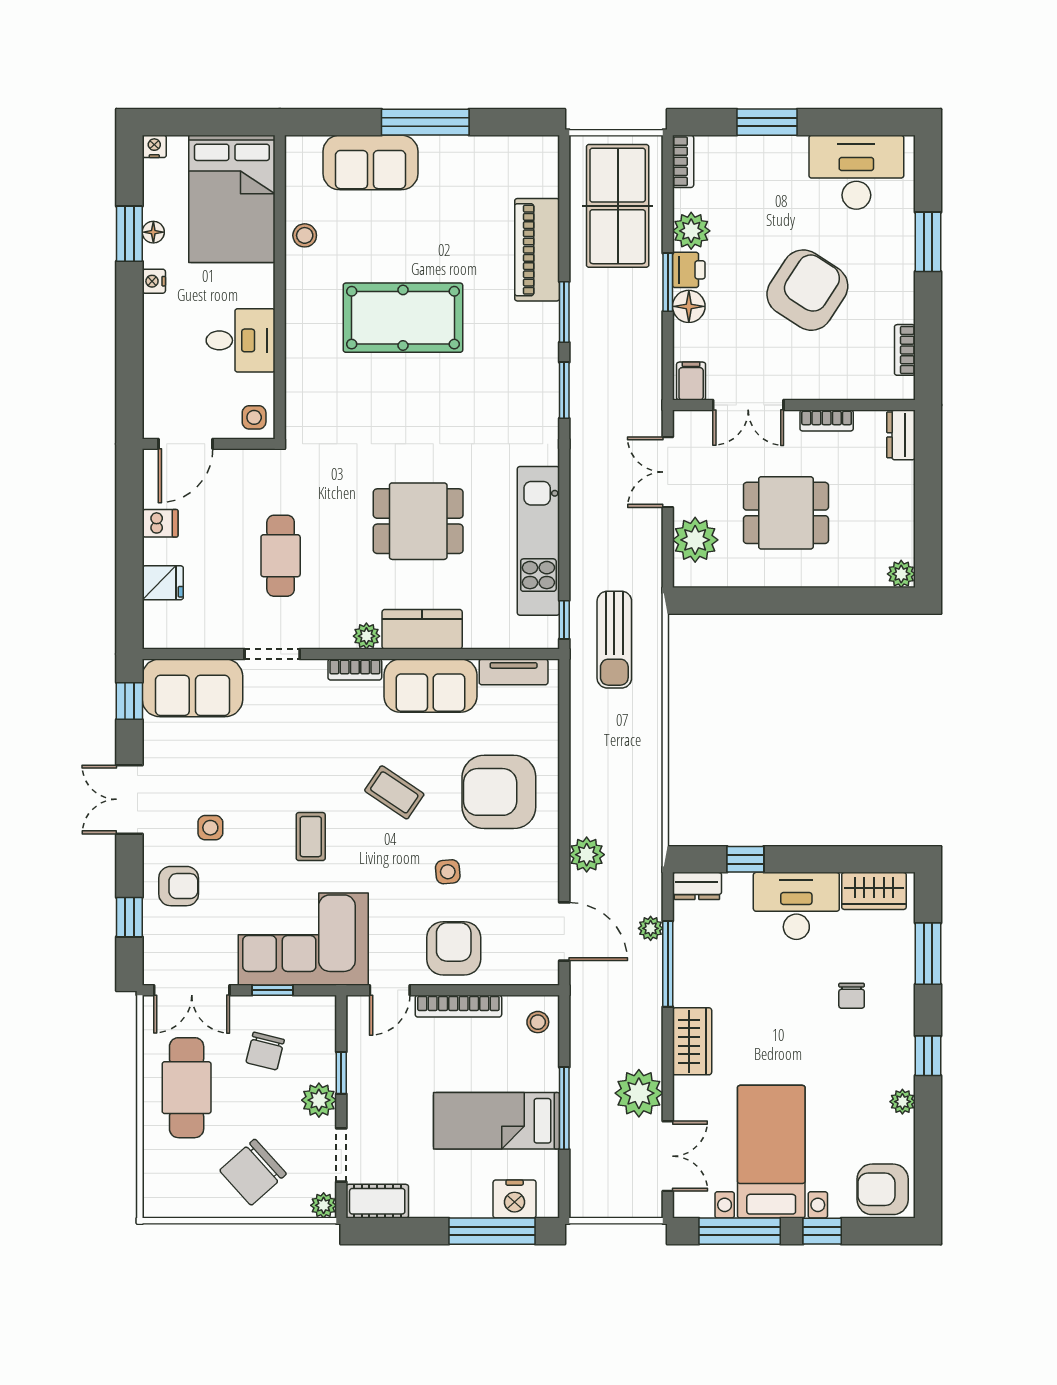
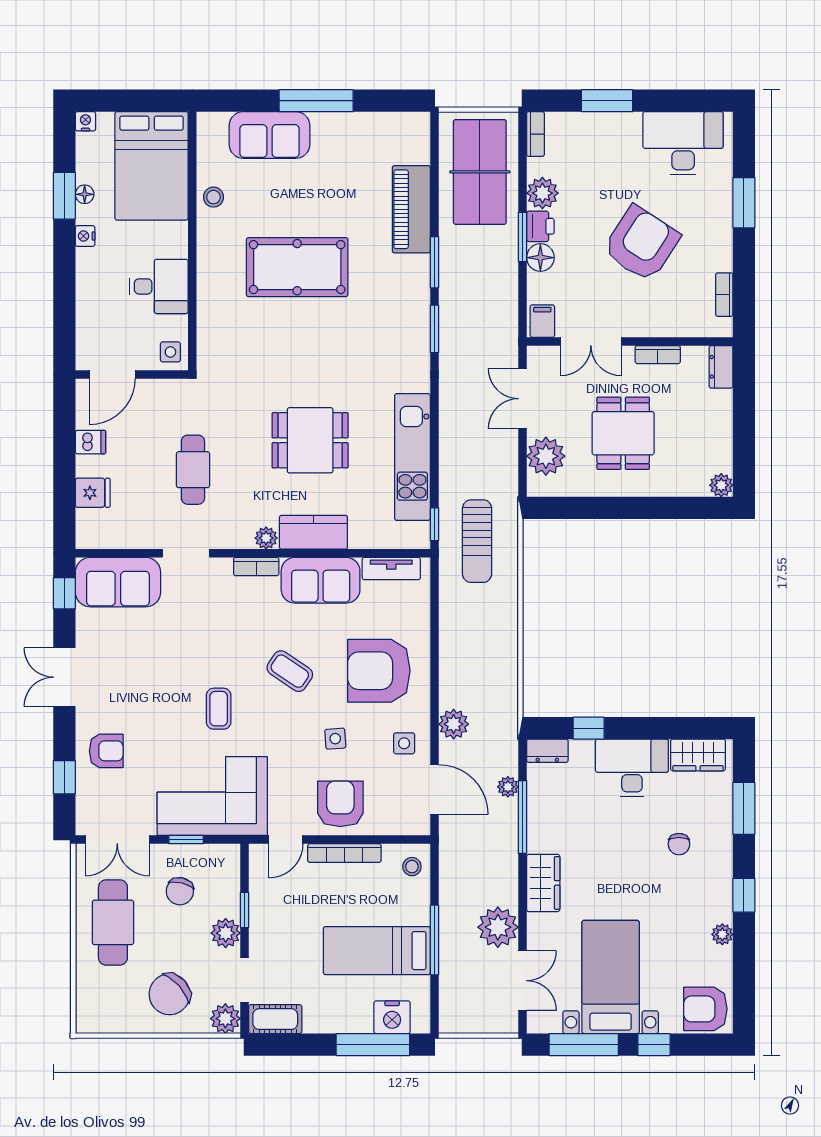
dining table: (786, 513) -> (623, 433), turned 90
side table: (210, 828) -> (404, 743), moved
plant: (324, 1205) -> (225, 1019), width x1.38, depth x1.38

